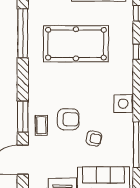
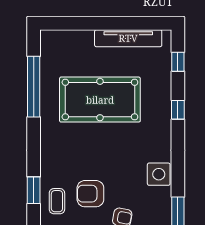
window: (23, 117) -> (34, 190), width x0.69
armchair: (68, 119) -> (90, 194), turned 180

